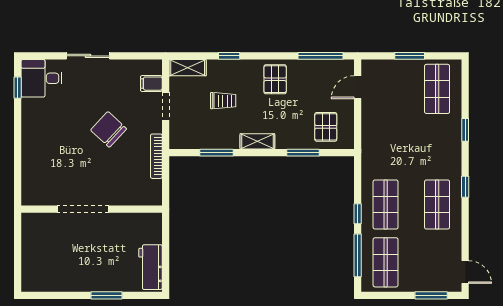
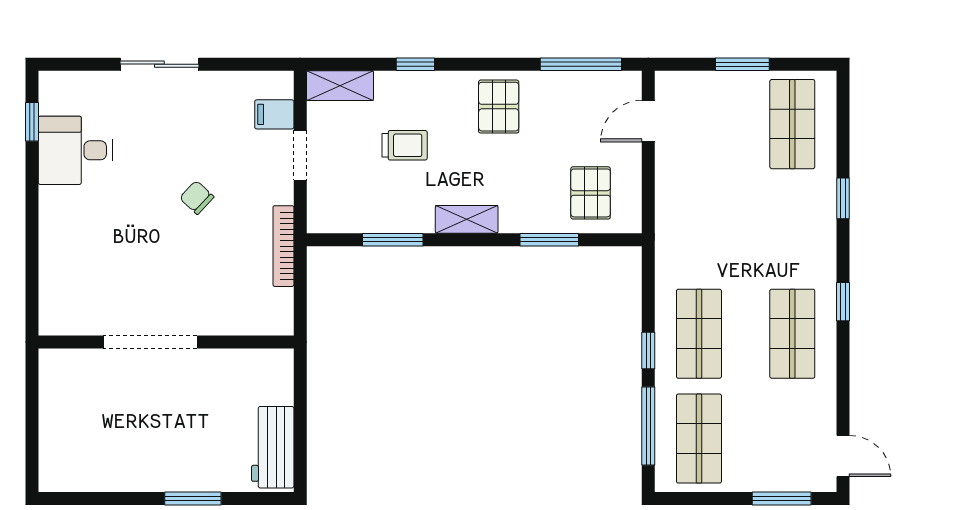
desk: (42, 78) -> (75, 150), moved
chair: (109, 129) -> (197, 197), width x0.54, depth x0.54

